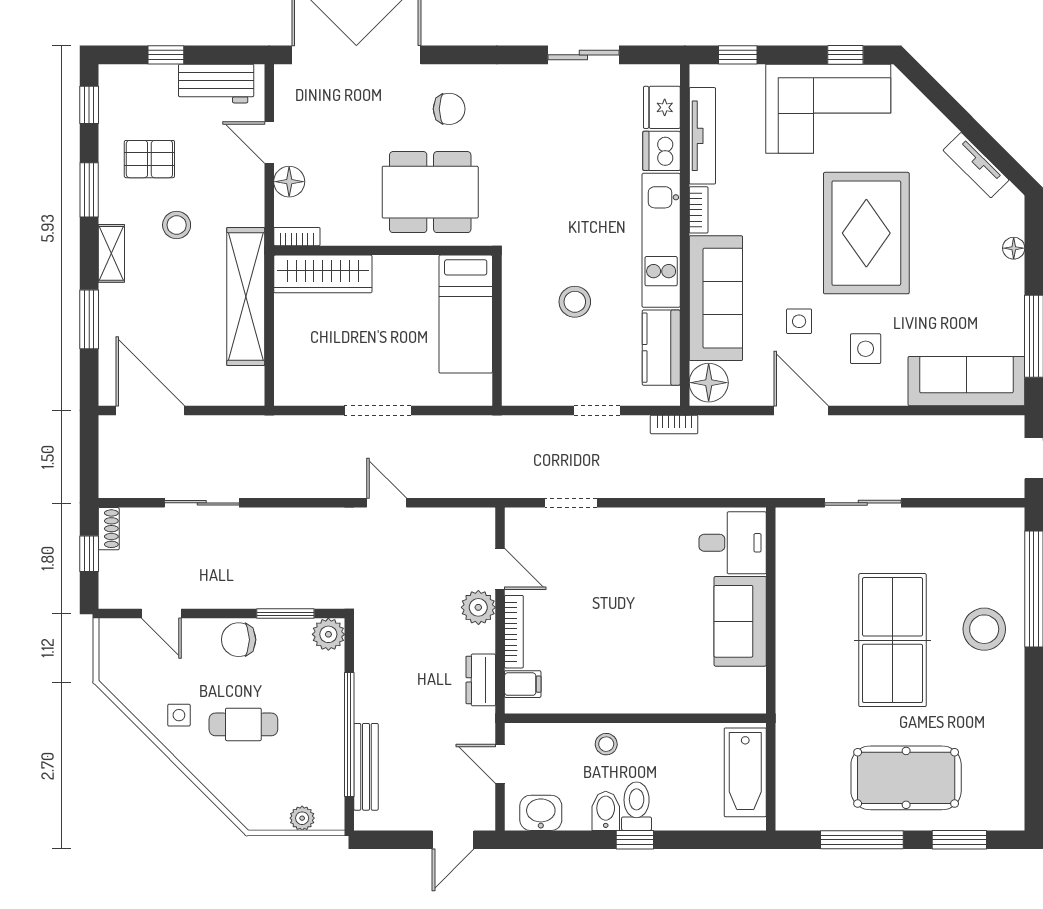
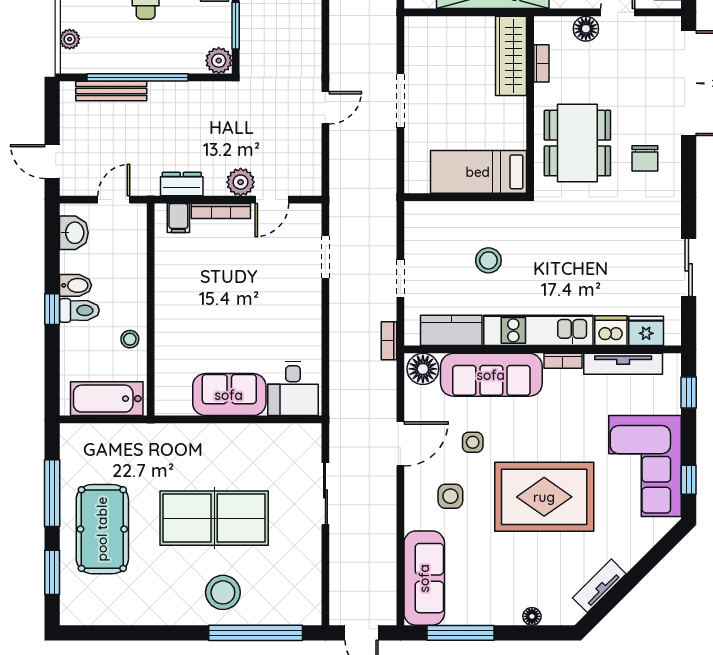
bookcase: (297, 237) -> (541, 63), moved
stool: (606, 744) -> (130, 339), moved

